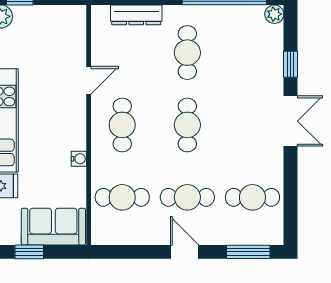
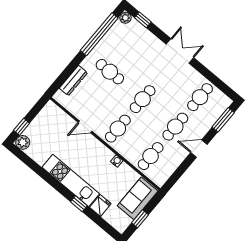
window: (291, 64) -> (143, 20), moved
door: (89, 80) -> (85, 127), swing flipped
cafe table: (122, 125) -> (118, 129), turned 90
cafe table: (187, 125) -> (143, 99), turned 90

